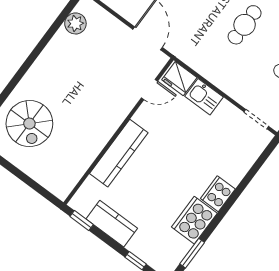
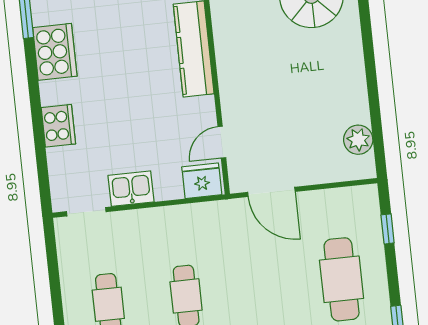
kitchen sink: (204, 97) -> (131, 189), moved
cooker: (218, 194) -> (58, 126), moved

